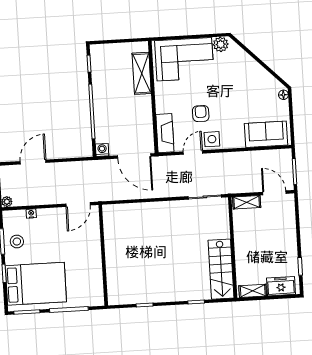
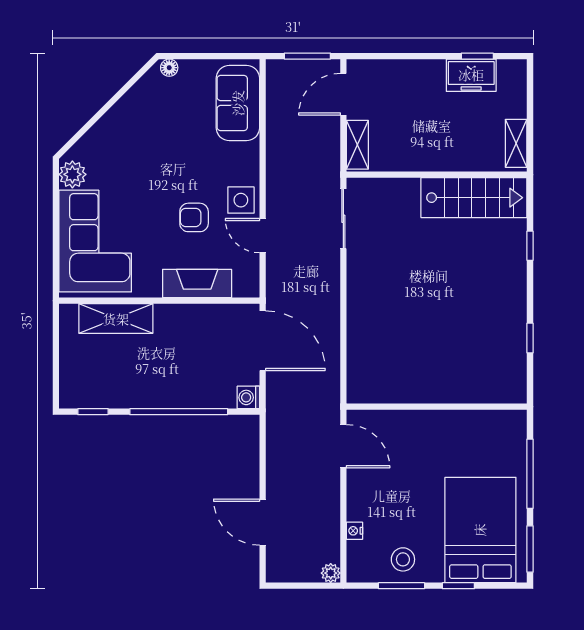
fireplace: (165, 133) -> (197, 283), moved
door: (134, 156) -> (263, 341), hinge flipped
freezer: (281, 286) -> (471, 75), moved, turned -90

